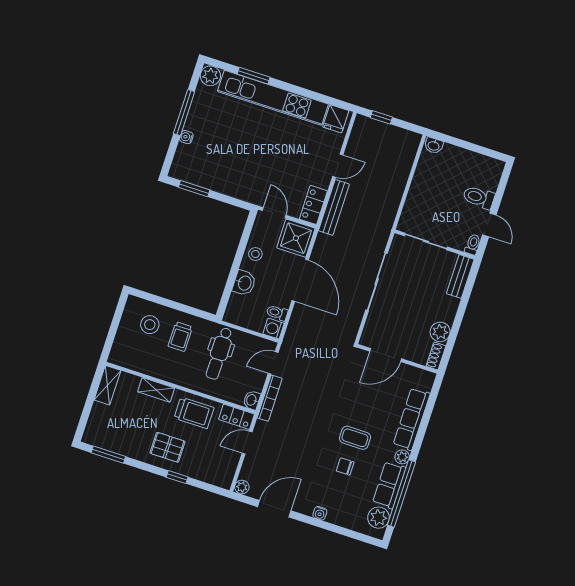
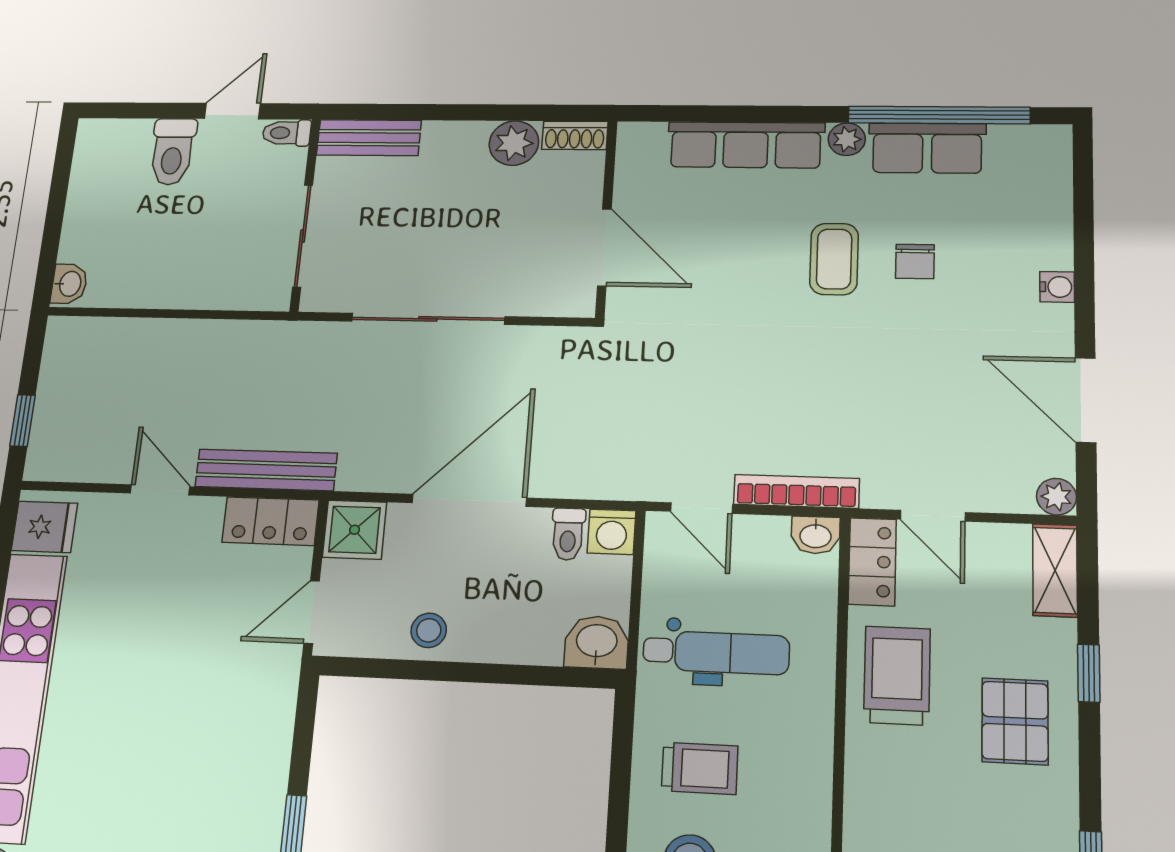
shower: (296, 238) -> (355, 530), width x0.73, depth x0.73
washbasin: (244, 283) -> (597, 642), moved
shelving: (156, 390) -> (1055, 570), moved
plant: (379, 518) -> (1018, 149), removed

